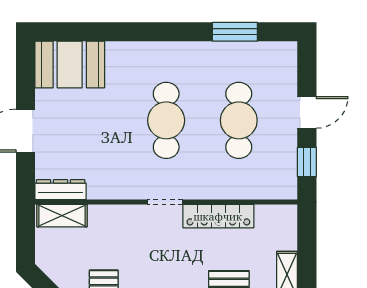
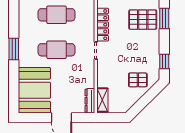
window: (235, 32) -> (14, 49), moved
booth: (70, 65) -> (34, 90), width x1.36, depth x1.42

